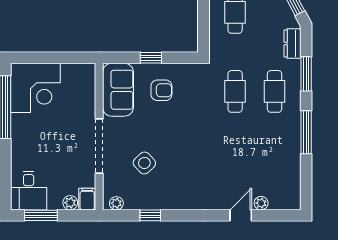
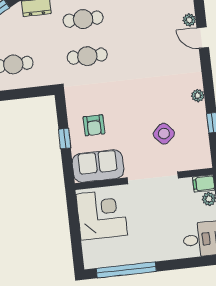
corner desk: (35, 88) -> (102, 215), moved
armchair: (161, 90) -> (94, 125), turned 180
plant: (116, 203) -> (198, 96), moved

